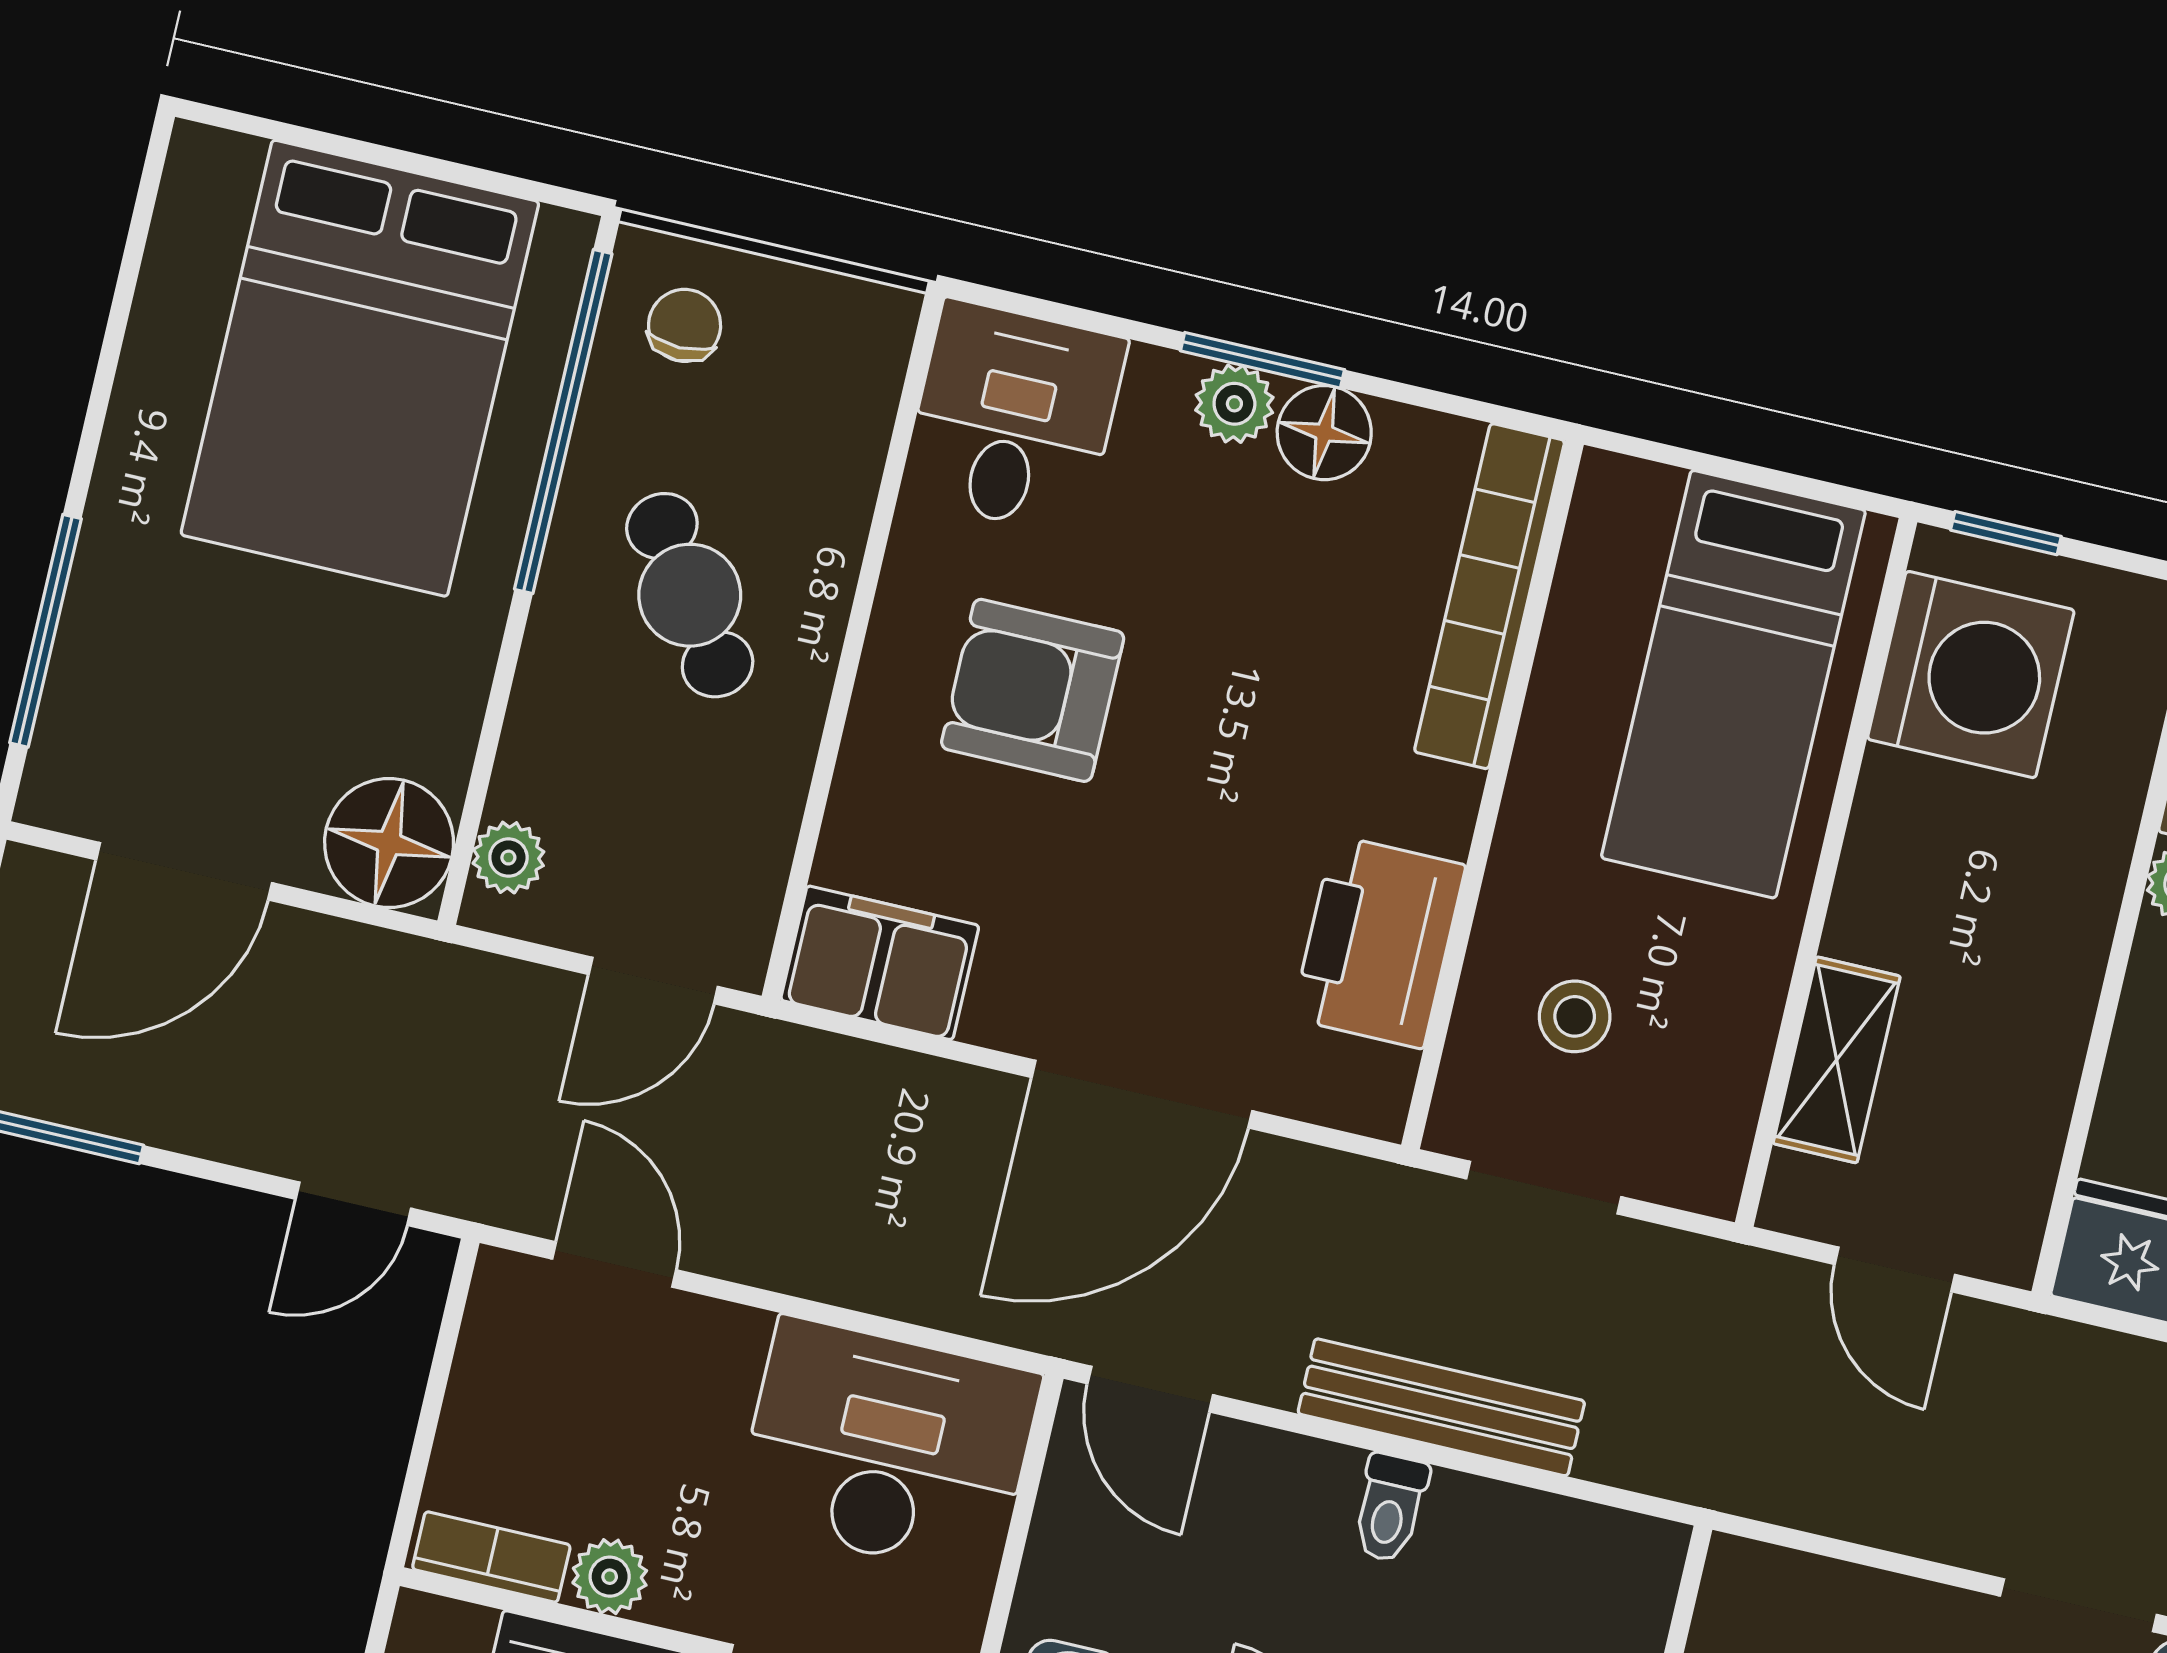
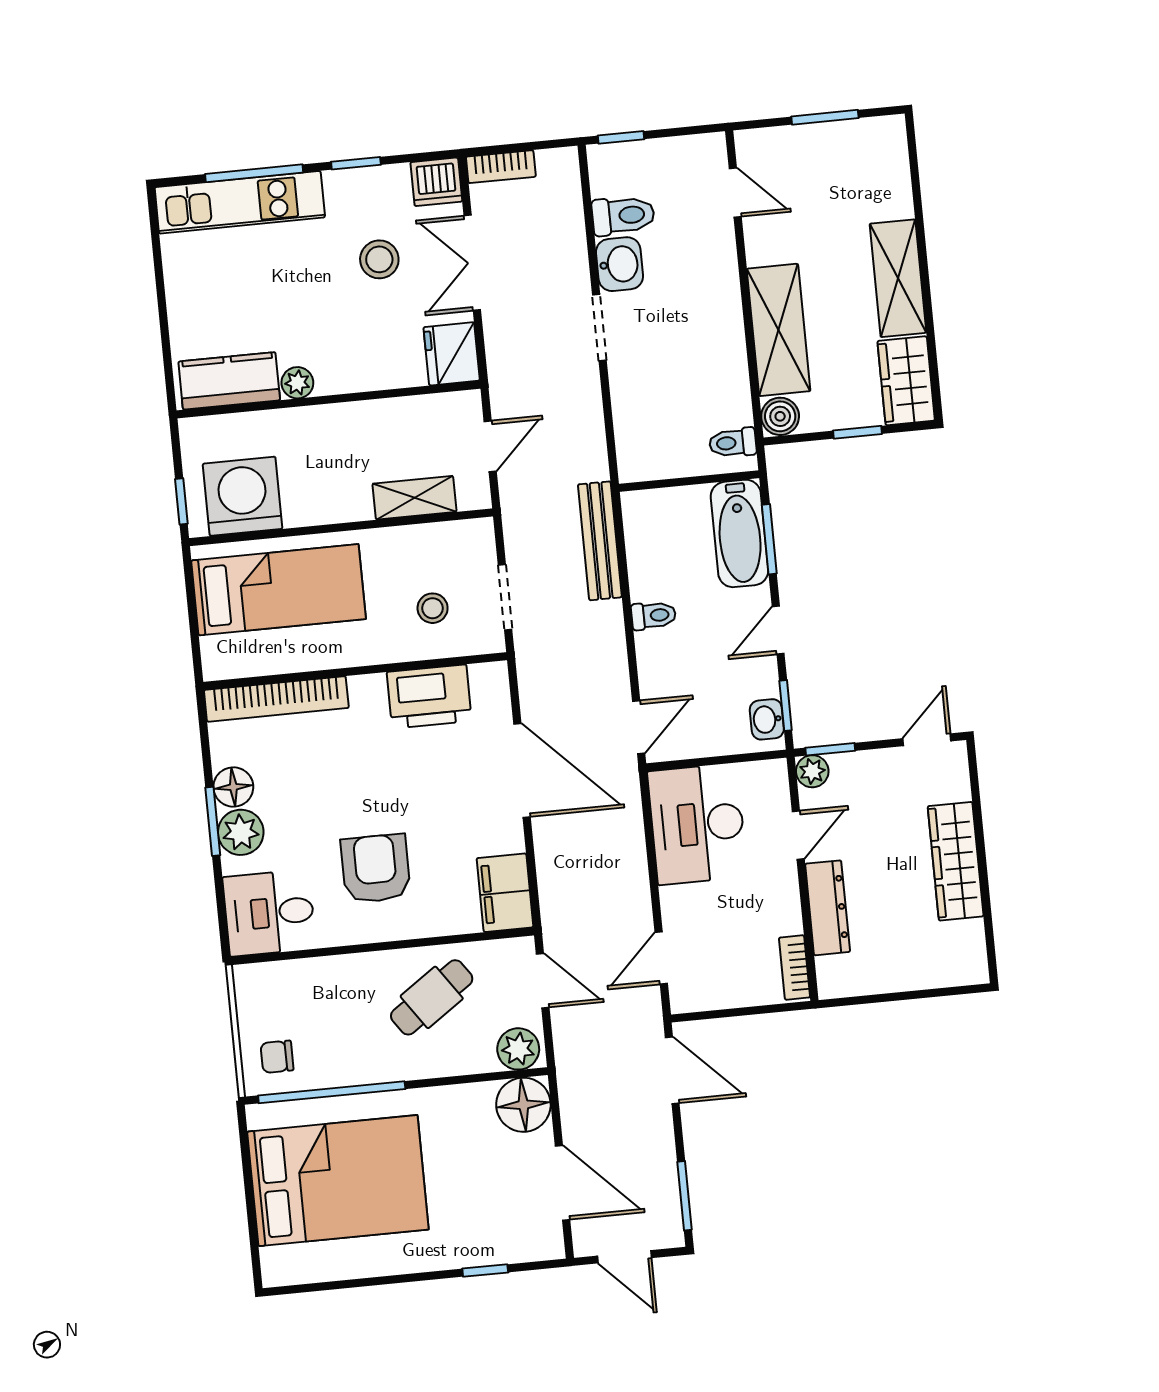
plant: (1234, 404) -> (241, 832), width x1.38, depth x1.38
cafe table: (690, 595) -> (432, 997), moved
window: (46, 631) -> (485, 1271), width x0.46
armchair: (1033, 690) -> (376, 869), turned 180
plant: (508, 858) -> (518, 1049), width x1.38, depth x1.38
door: (353, 1204) -> (672, 1070), width x1.37
bench: (1441, 1407) -> (600, 541), moved
plant: (610, 1577) -> (786, 918), removed

